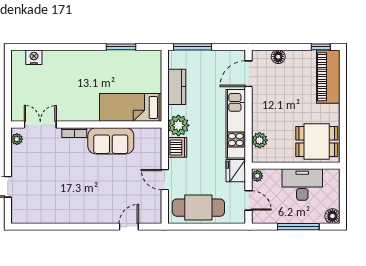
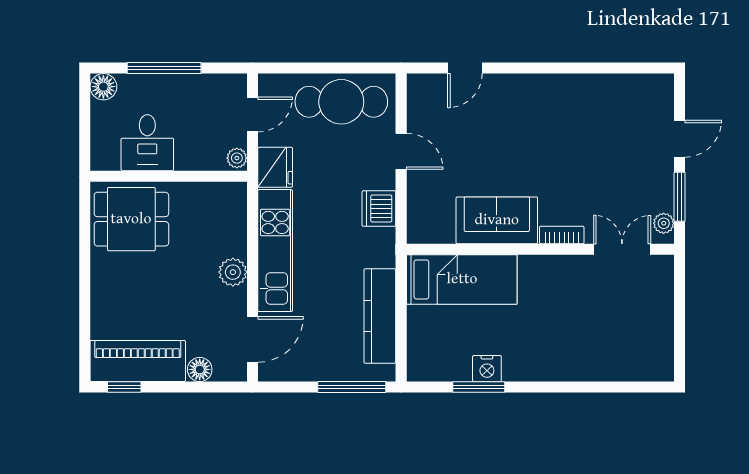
nightstand: (34, 57) -> (487, 369), moved
piano: (328, 77) -> (138, 361), moved, turned -90
kitchen counter: (177, 87) -> (380, 316), width x1.50
double door: (40, 125) -> (622, 249), swing flipped
plant: (178, 125) -> (377, 248), removed
plant: (260, 140) -> (233, 272), moved
window: (8, 154) -> (680, 197), added
desk: (302, 185) -> (147, 143), width x0.73
door: (249, 200) -> (252, 114), swing flipped

